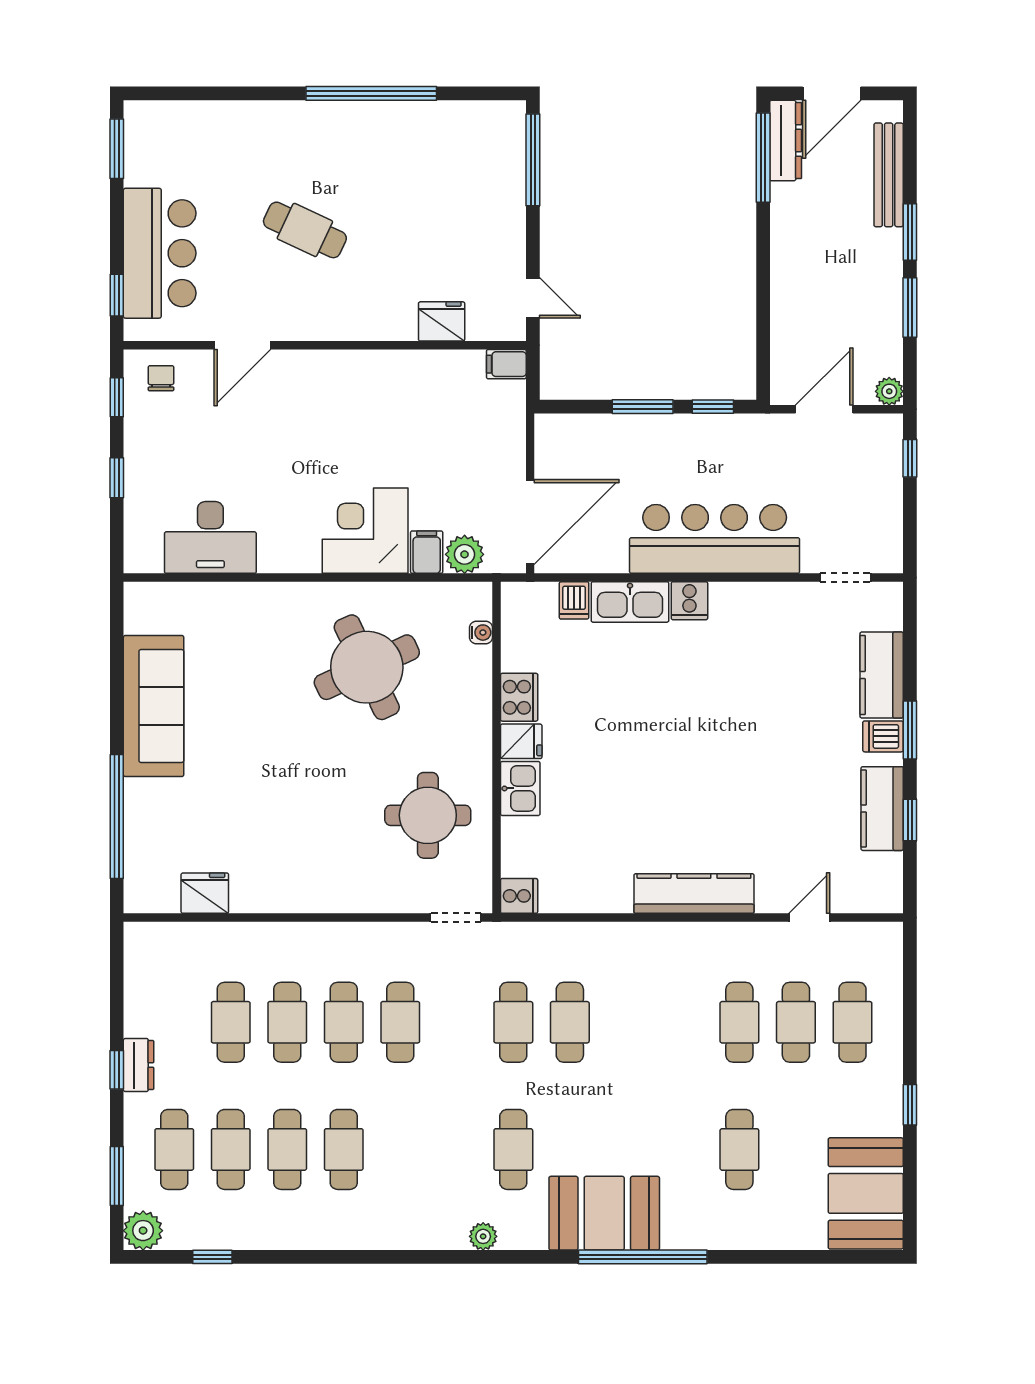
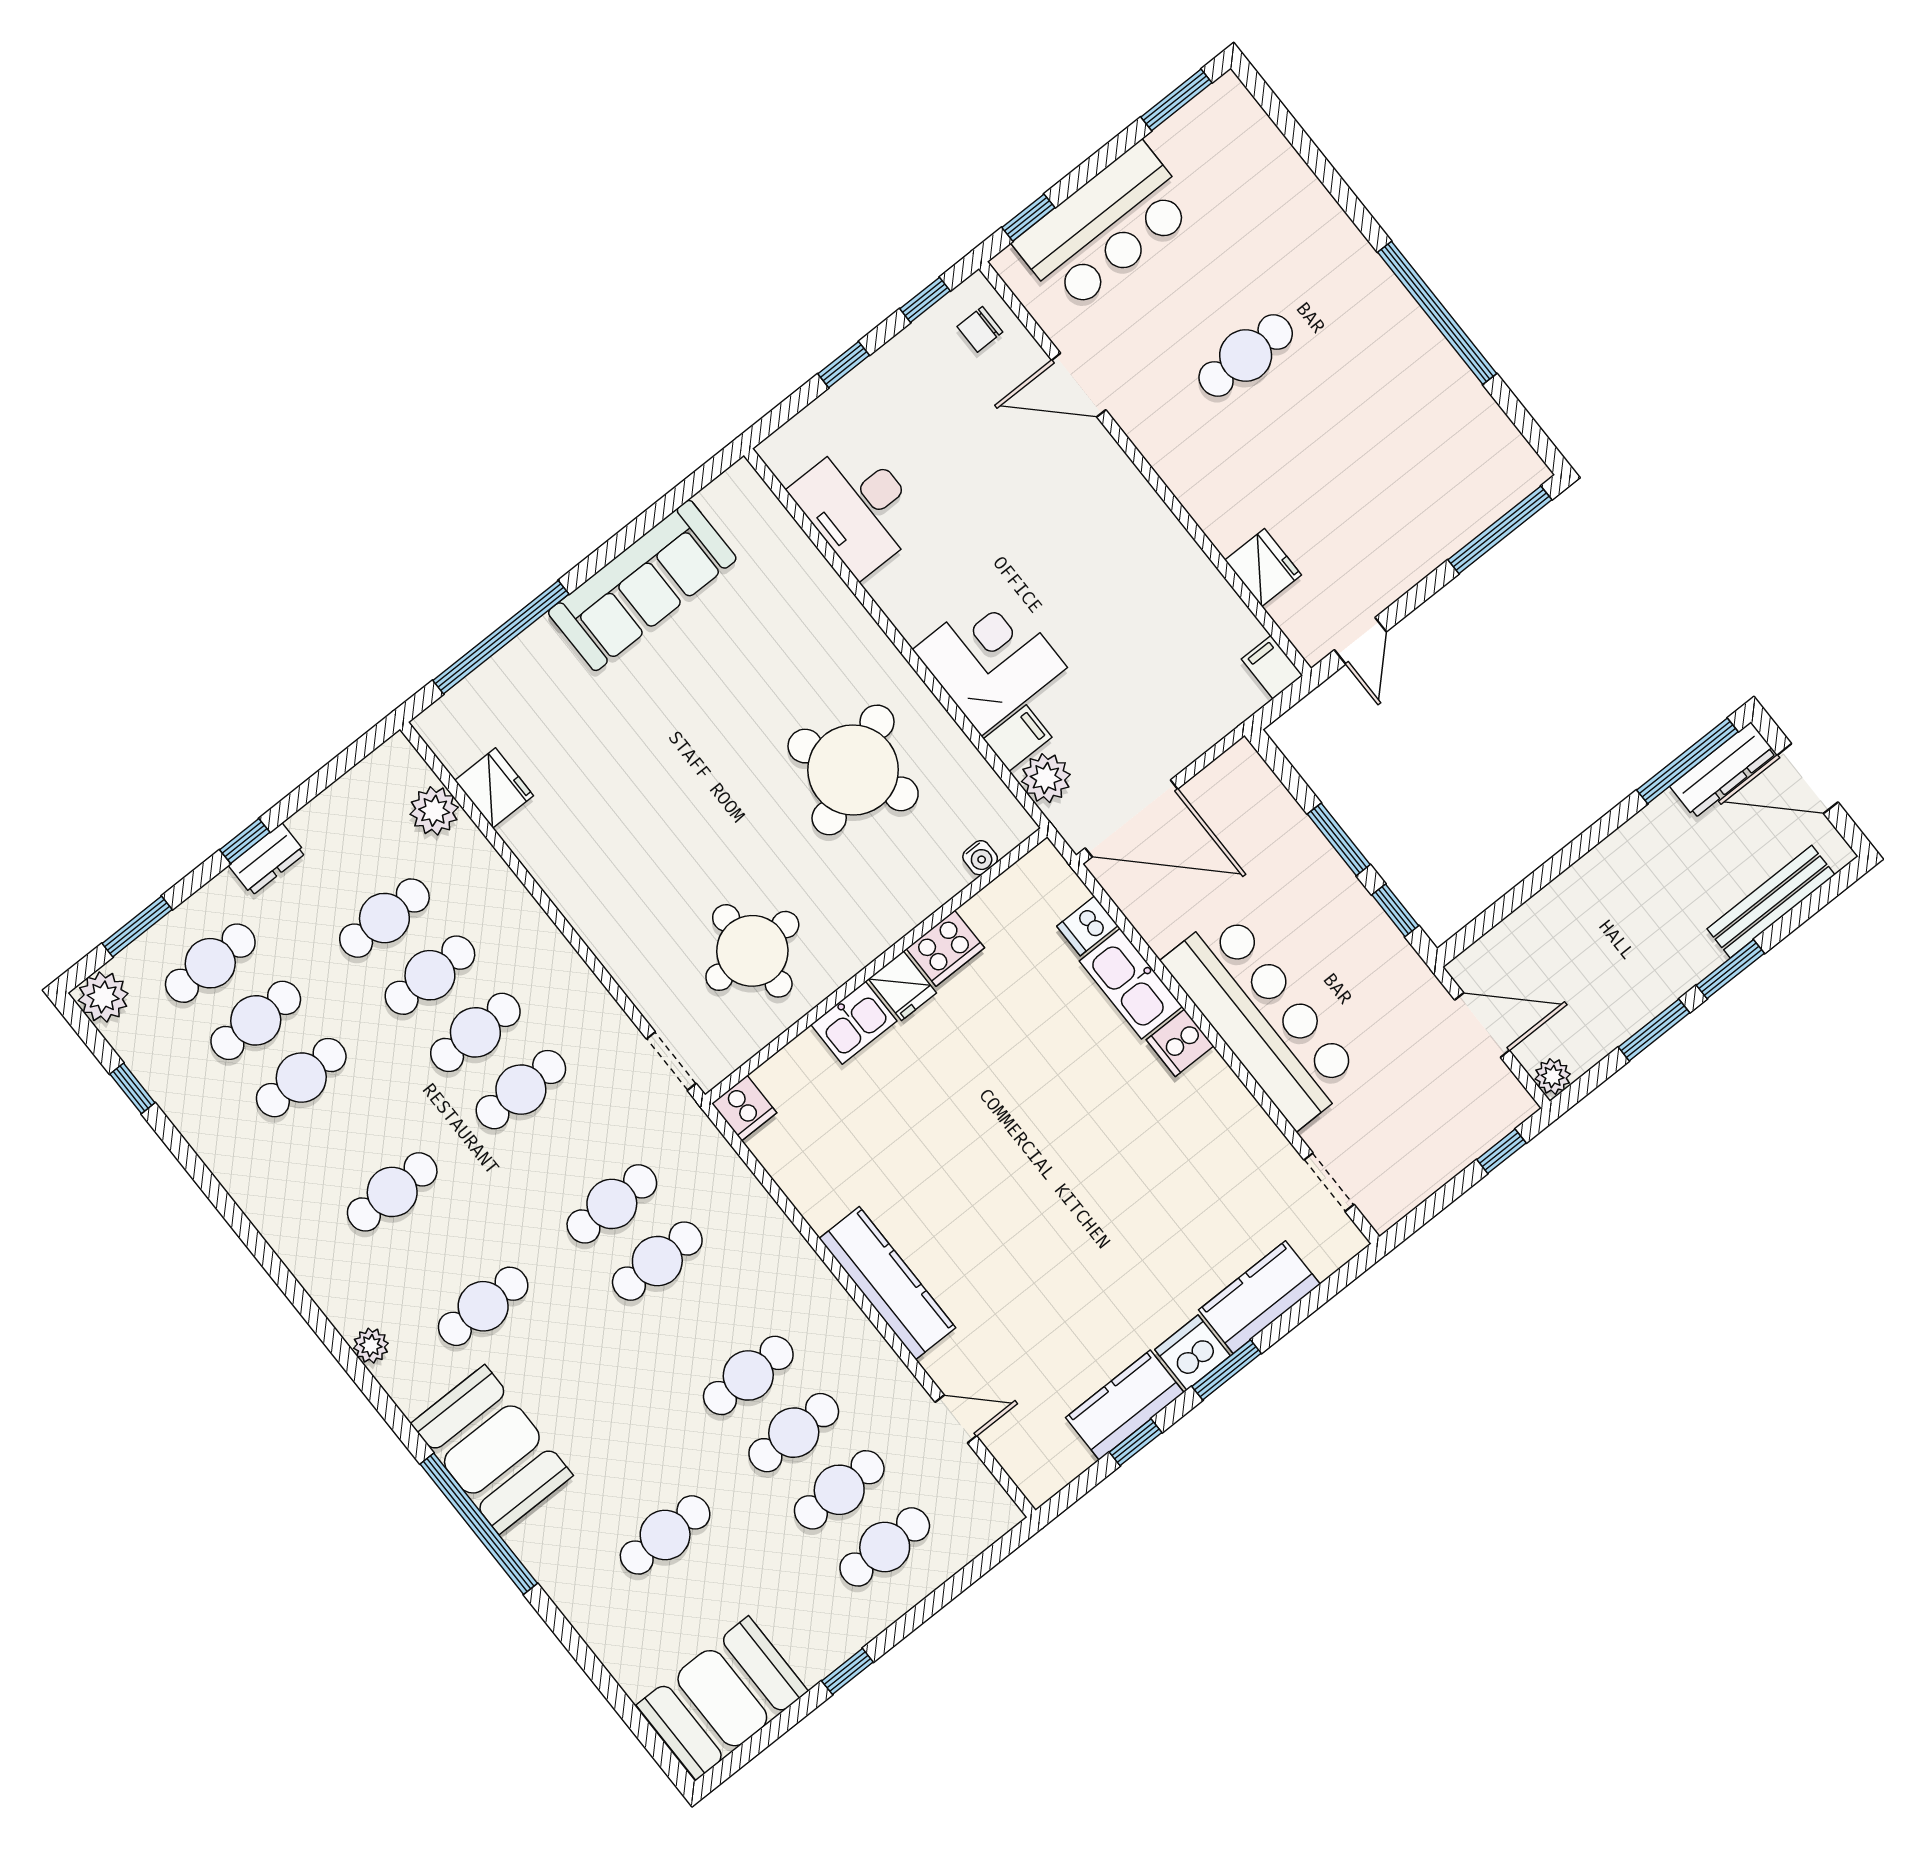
cafe table: (305, 230) -> (1246, 356), turned 65
chair: (161, 378) -> (980, 329), turned 180
dishwasher: (883, 736) -> (1192, 1353), width x1.38
plant: (190, 941) -> (434, 811), added
cafe table: (683, 1022) -> (748, 1375), added
cafe table: (344, 1149) -> (392, 1192), moved

